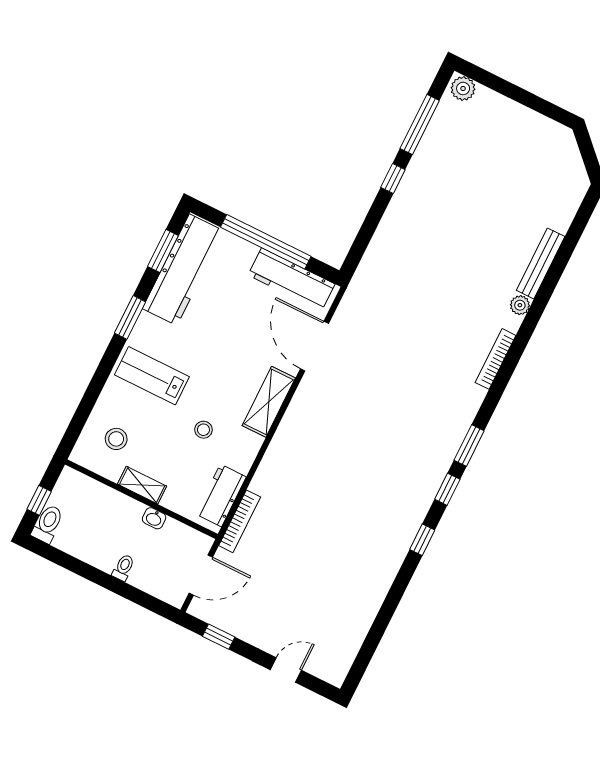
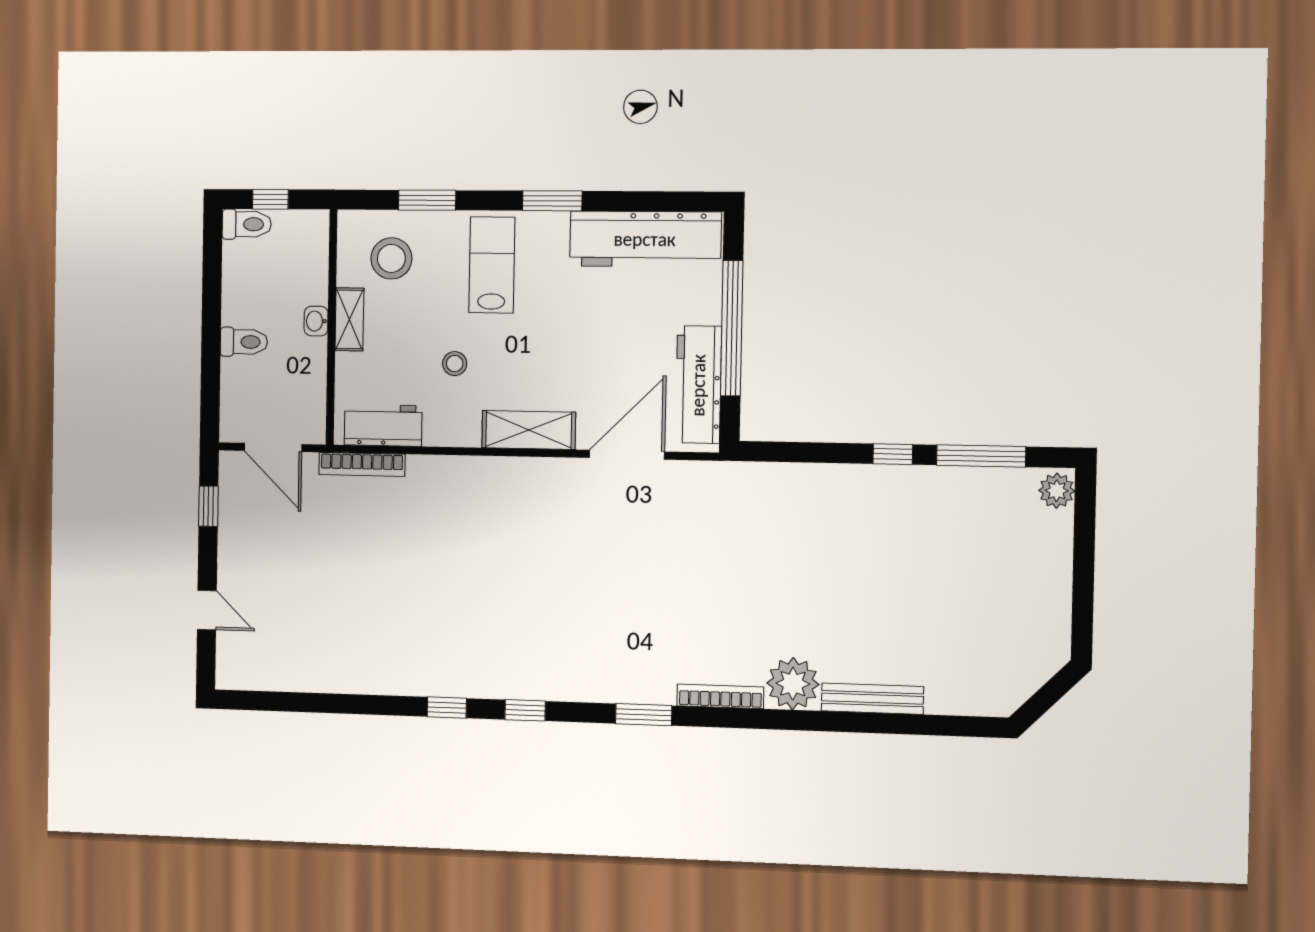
window: (163, 251) -> (427, 200), moved
plant: (520, 305) -> (793, 684), width x1.88, depth x1.88
stool: (116, 439) -> (391, 258), width x1.38, depth x1.38
window: (469, 446) -> (644, 715), moved
washbasin: (154, 518) -> (316, 321), moved
toilet: (123, 568) -> (244, 342), width x1.37, depth x1.39

